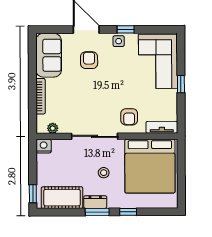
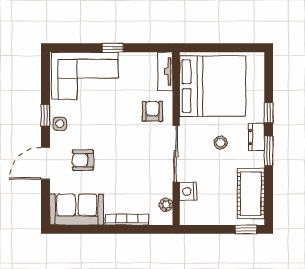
armchair: (129, 117) -> (152, 111), turned -90
nightstand: (44, 146) -> (188, 191), moved
dresser: (95, 202) -> (256, 137), moved

